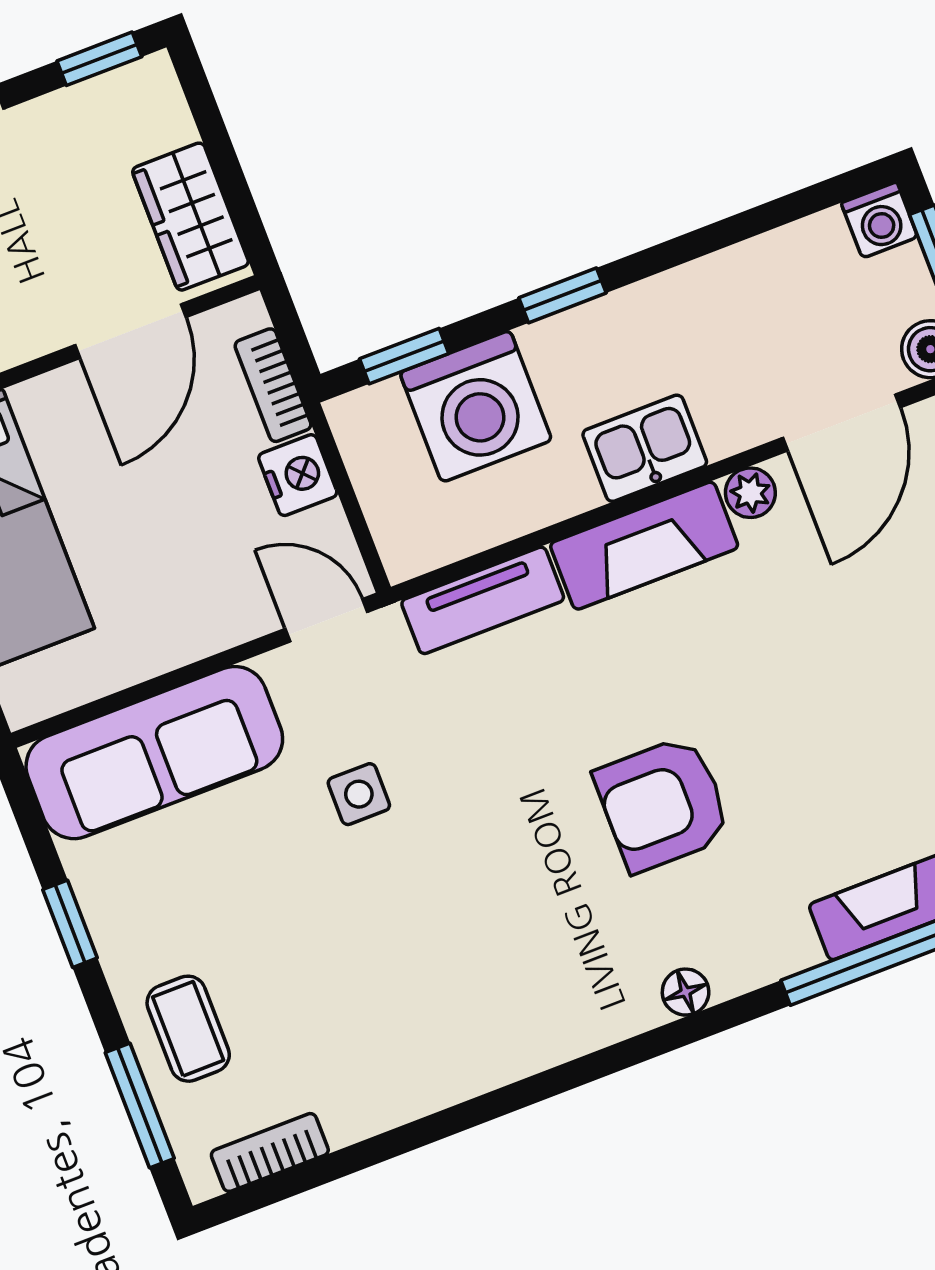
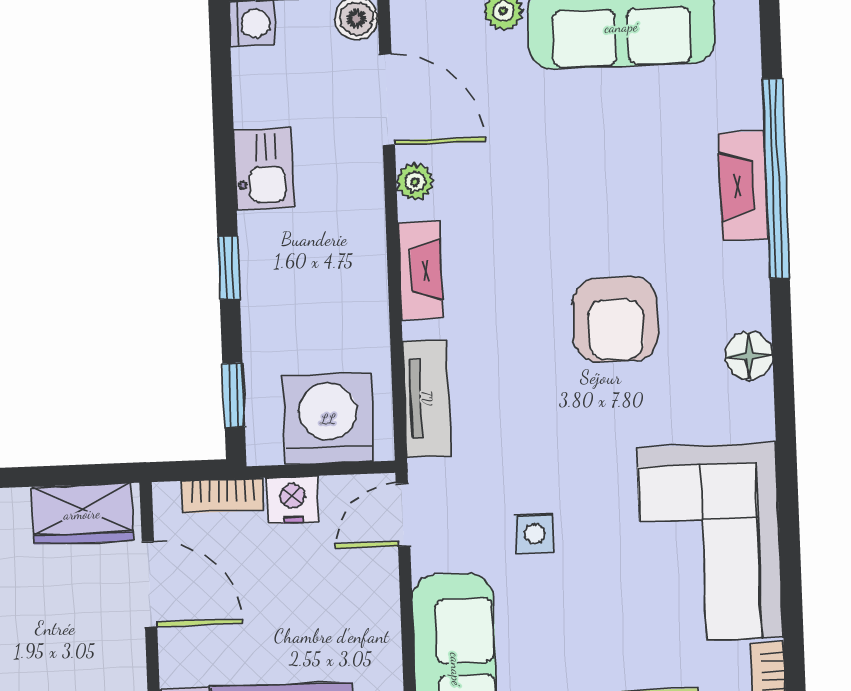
washing machine: (476, 406) -> (328, 419), moved, turned -90
kitchen sink: (645, 448) -> (264, 169), moved, turned 180
fireplace: (644, 546) -> (420, 270), width x0.73, depth x0.76
floor lamp: (686, 992) -> (749, 356), width x1.37, depth x1.37
corner sofa: (423, 1019) -> (710, 543), added

